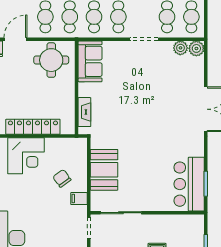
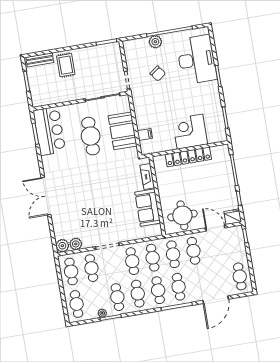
door: (15, 39) -> (215, 228), swing flipped
sofa: (90, 61) -> (148, 208), moved
cafe table: (142, 170) -> (91, 136), added
chair: (62, 178) -> (158, 74), moved
filing cabinet: (79, 199) -> (145, 135), moved

